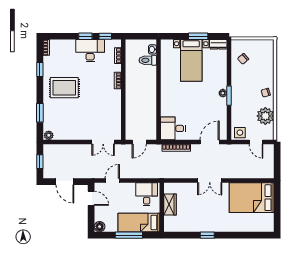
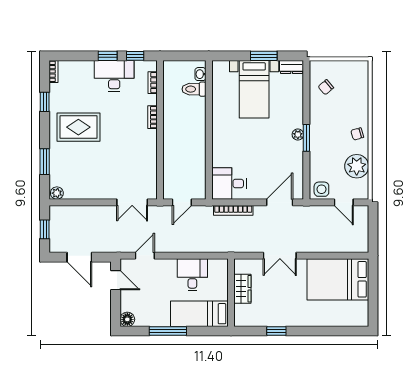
wardrobe: (170, 204) -> (242, 289), moved
wall: (162, 207) -> (231, 293), moved
bed: (139, 222) -> (199, 314), moved

